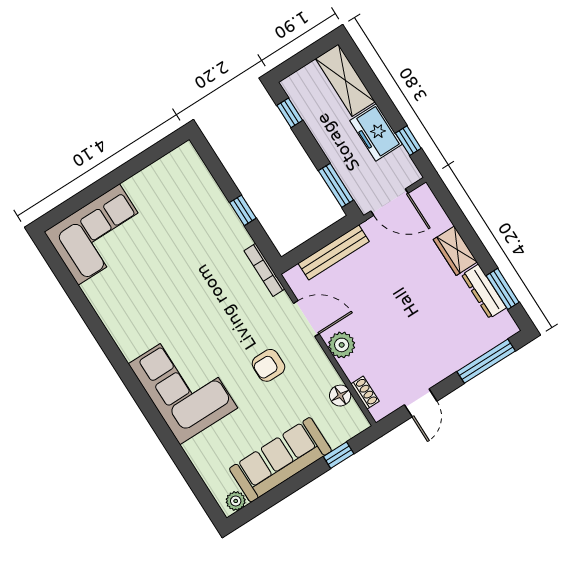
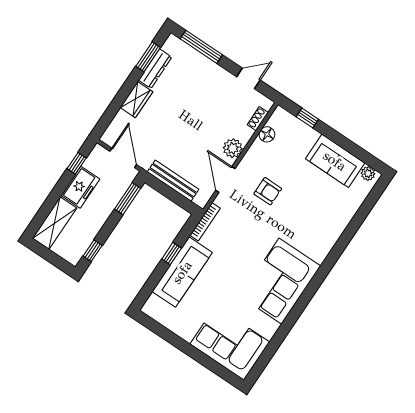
sofa: (214, 214) -> (182, 272), added
corner sofa: (183, 386) -> (280, 281), moved
sofa: (280, 460) -> (335, 161), width x0.73

